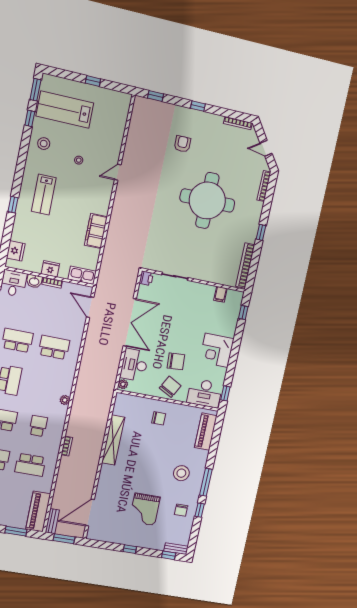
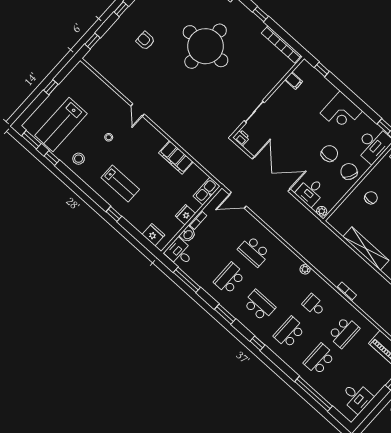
school desk: (54, 347) -> (254, 251), turned -90
desk: (134, 365) -> (311, 192), width x0.73

